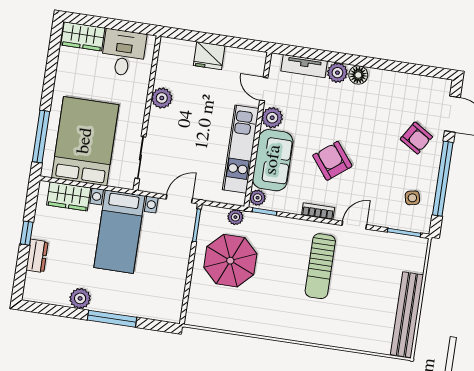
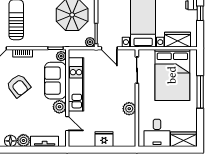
window: (41, 136) -> (200, 92), moved
door: (179, 199) -> (109, 48), hinge flipped
plant: (235, 217) -> (90, 42), moved

